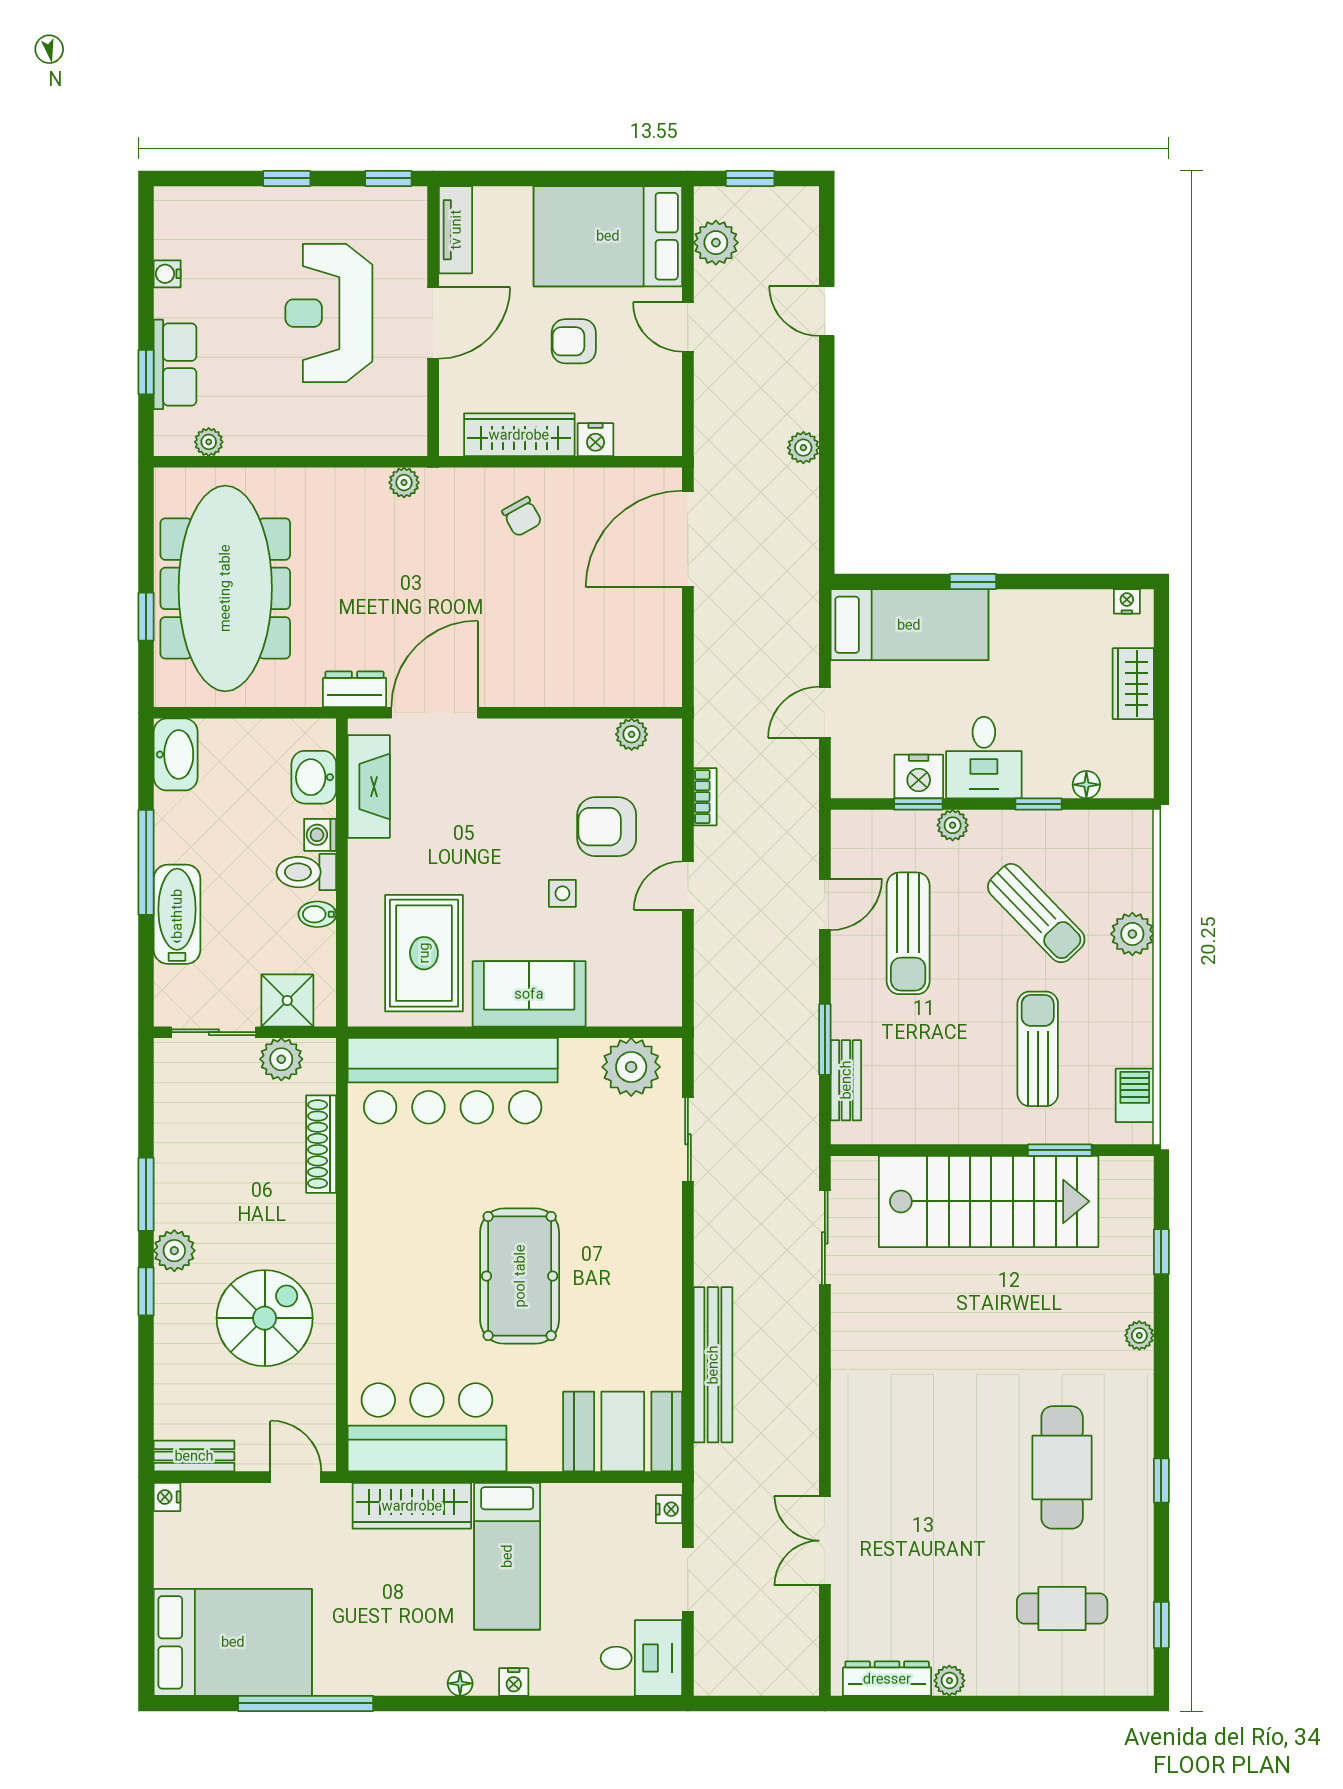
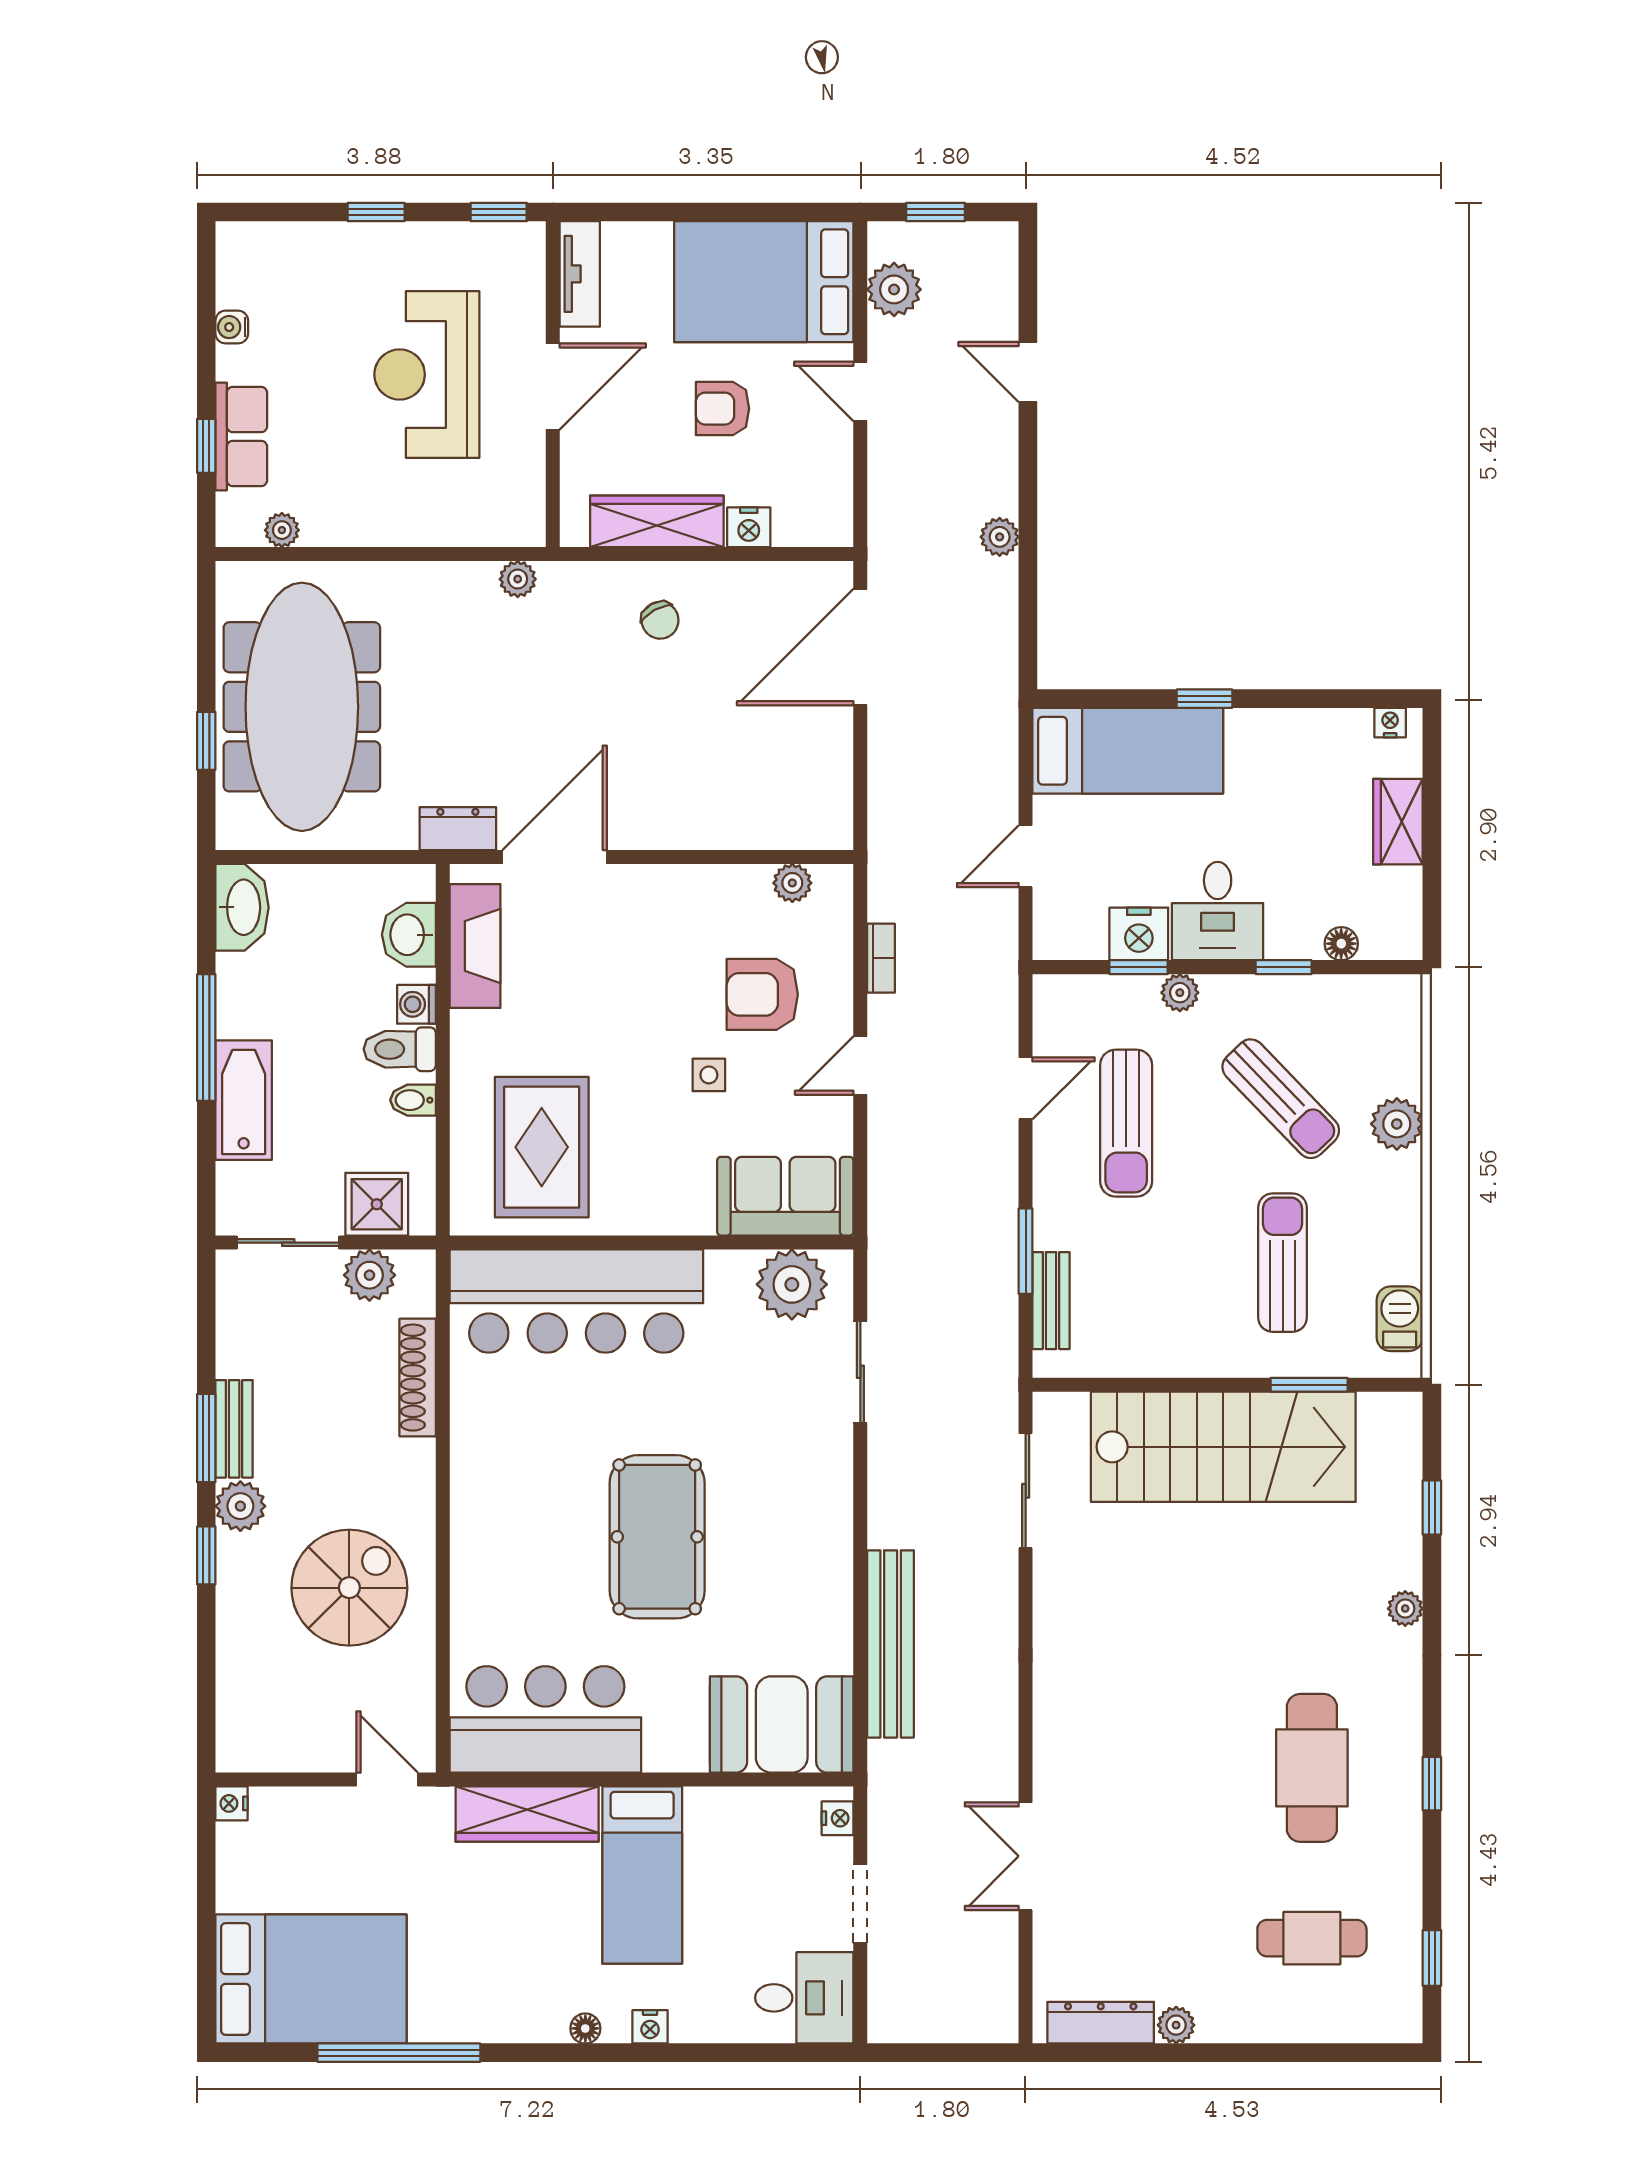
sofa: (529, 994) -> (785, 1196), moved
bench: (194, 1456) -> (234, 1429), moved, turned 90

